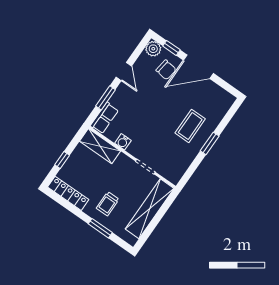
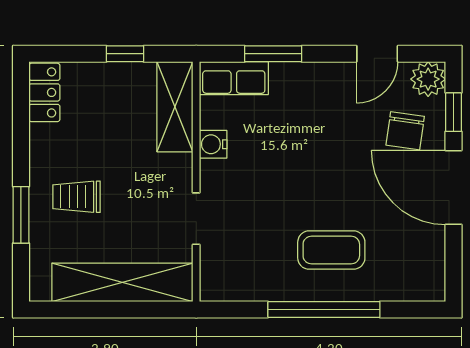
door: (124, 72) -> (377, 54), moved
window: (210, 143) -> (324, 309), width x2.11
window: (62, 160) -> (125, 54), moved
locker: (68, 193) -> (44, 92), width x0.66

